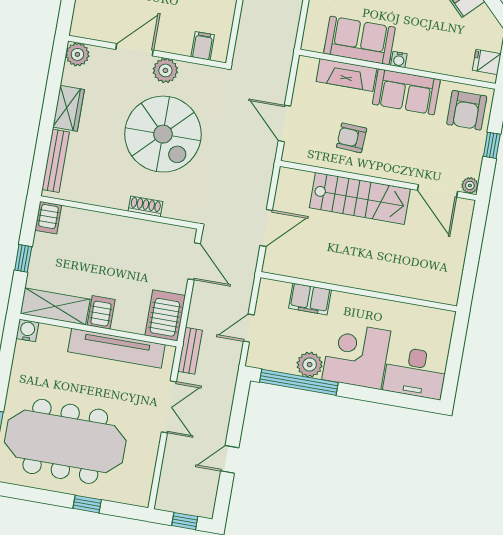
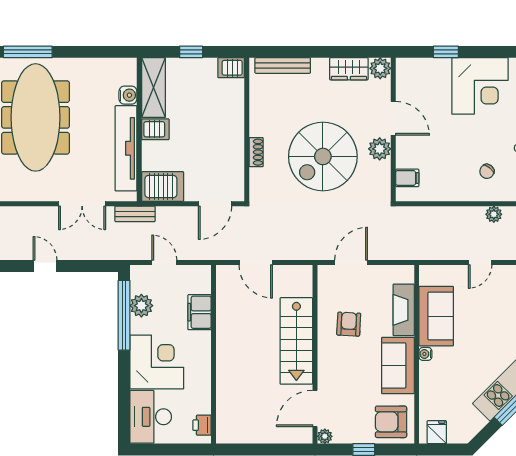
wardrobe: (69, 108) -> (349, 69), moved
printer: (434, 318) -> (202, 425), added
water cooler: (27, 330) -> (128, 95), moved
plant: (310, 365) -> (141, 306), moved

